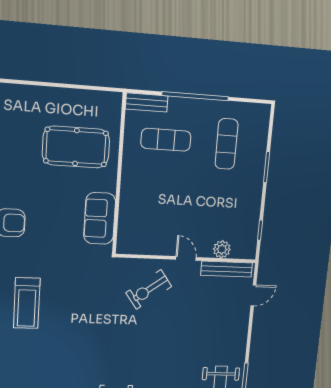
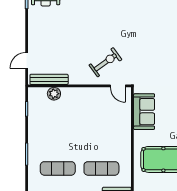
exercise mat: (227, 144) -> (58, 168), turned 90
door: (186, 258) -> (118, 86), moved

